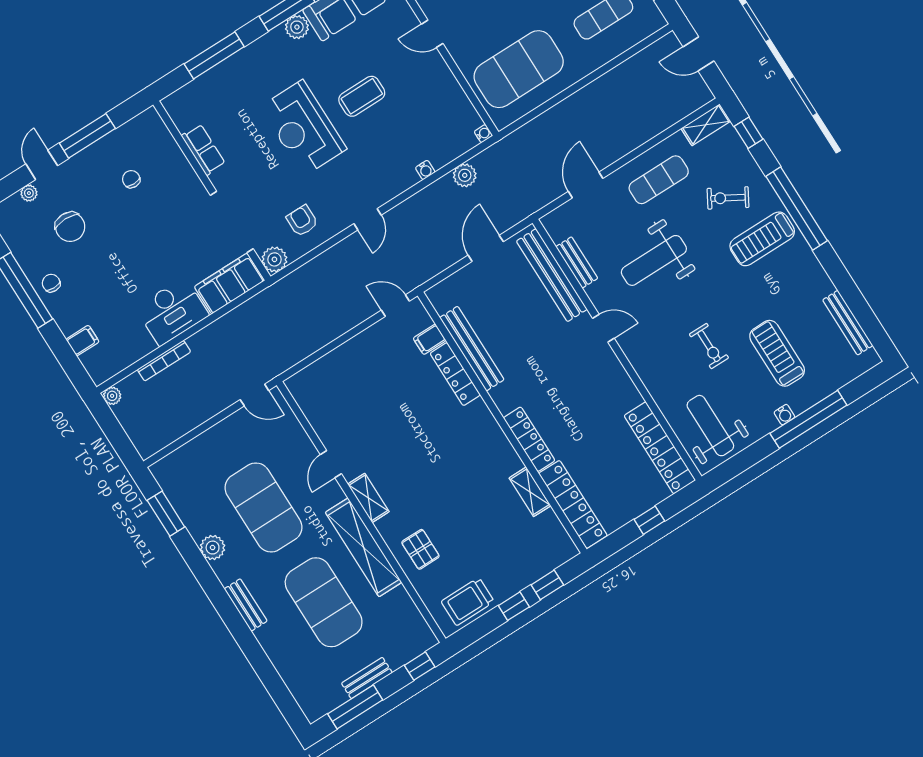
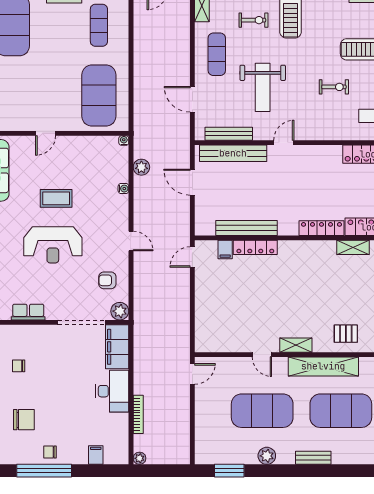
coffee table: (362, 96) -> (56, 198), turned 90
exercise bike: (728, 198) -> (253, 20), turned -120
bench: (577, 262) -> (229, 134), width x1.36

